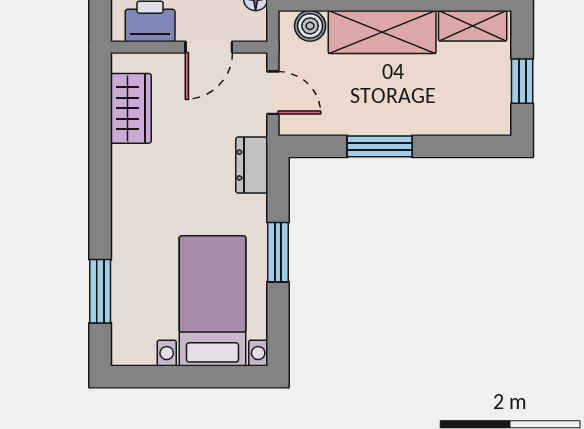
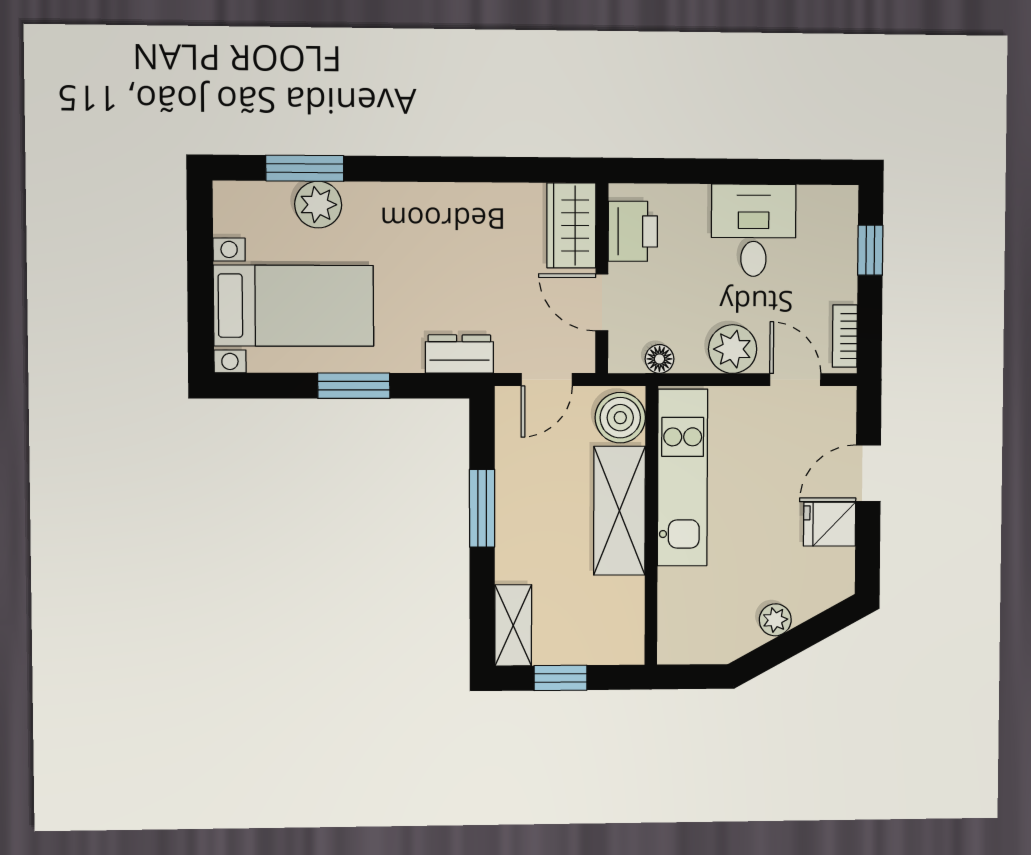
boiler: (310, 26) -> (620, 418), width x1.36, depth x1.36
shelving: (473, 26) -> (513, 625), moved
wardrobe: (131, 108) -> (571, 225), moved, turned 90
plant: (130, 280) -> (318, 205), added

